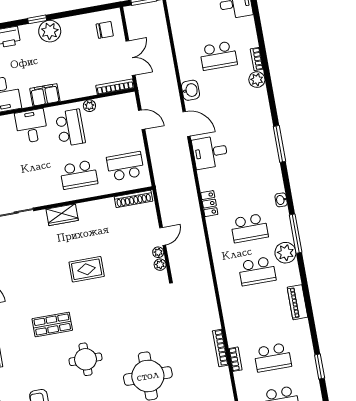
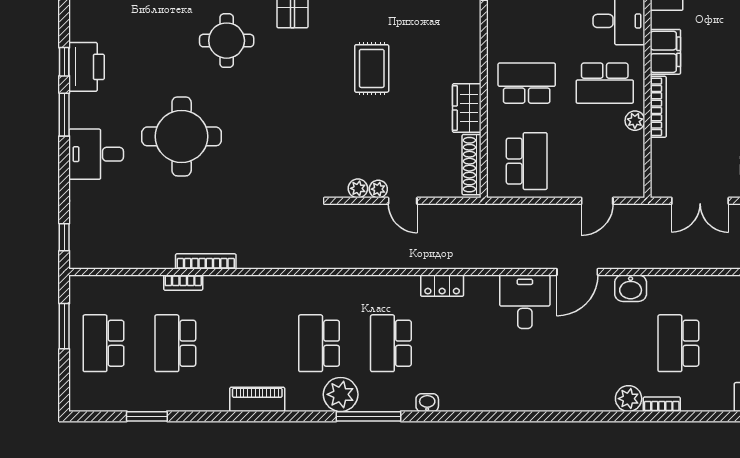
bookcase: (115, 87) -> (658, 107), moved
window: (279, 144) -> (518, 416), removed
school desk: (79, 175) -> (527, 83), turned 90
wardrobe: (62, 215) -> (467, 108), moved

